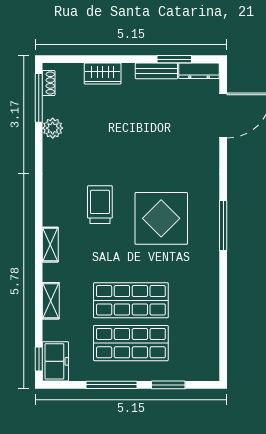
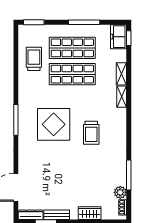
window: (39, 98) -> (129, 175), moved
plant: (53, 128) -> (120, 192), moved
shelving: (50, 245) -> (122, 97), moved
trolley: (194, 325) -> (34, 59), added
window: (168, 385) -> (34, 22), moved

